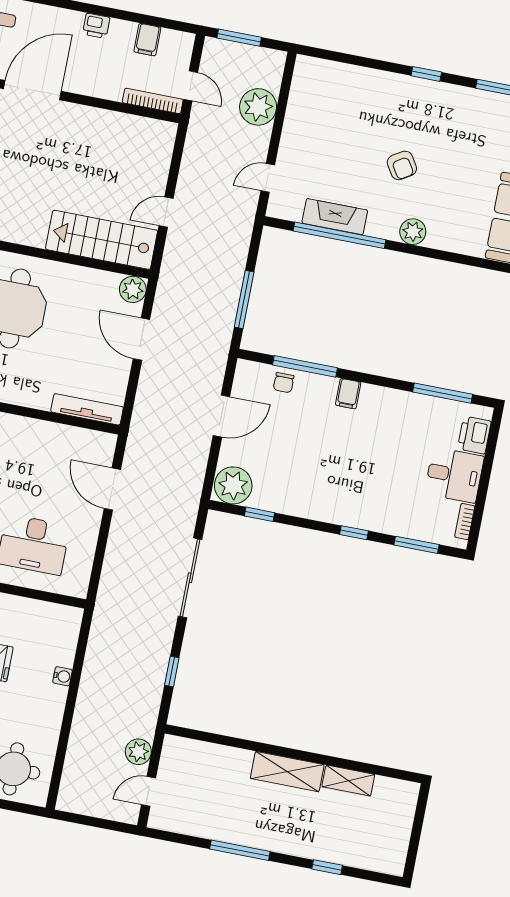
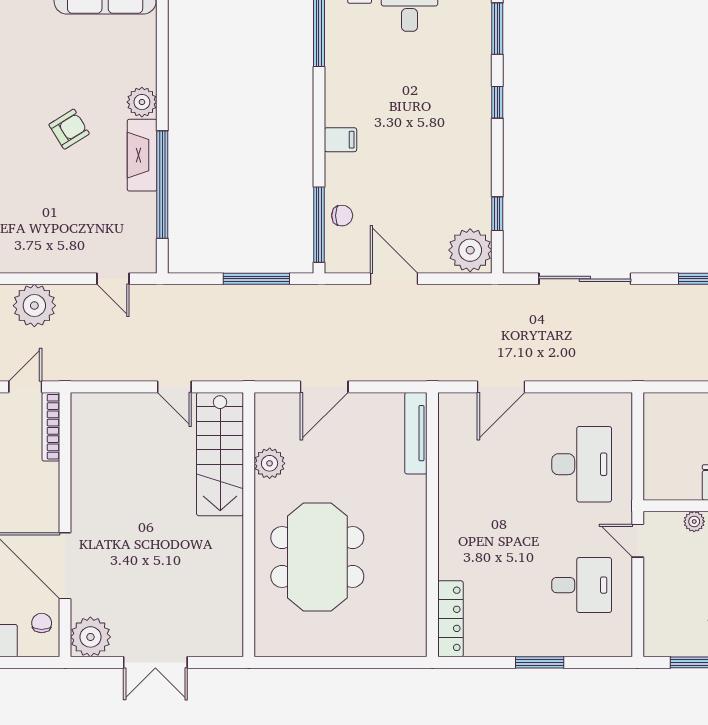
fireplace: (335, 217) -> (142, 155), moved
plant: (133, 289) -> (270, 463), moved
window: (305, 366) -> (319, 225), moved

